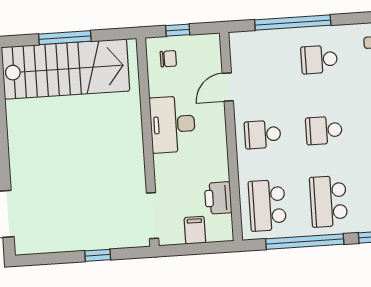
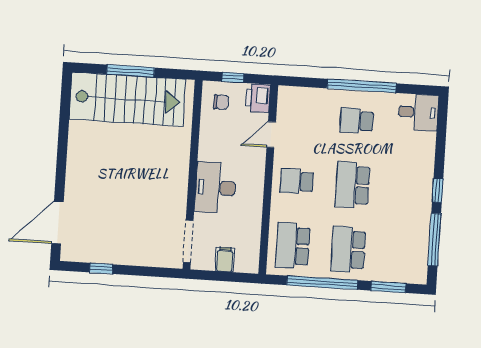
window: (293, 23) -> (362, 86), moved
desk: (173, 124) -> (215, 188), moved
school desk: (324, 130) -> (352, 185), width x1.85
printer: (218, 198) -> (258, 98), moved
window: (98, 255) -> (101, 268), moved

